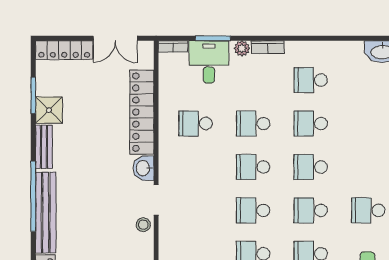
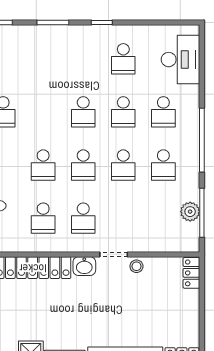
school desk: (311, 124) -> (83, 218), moved

